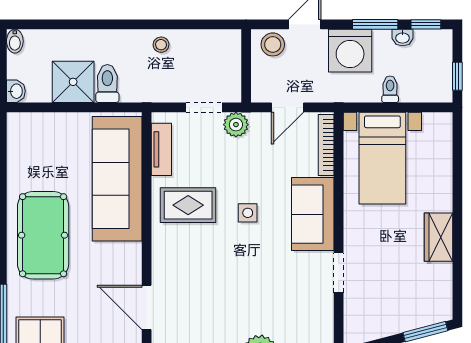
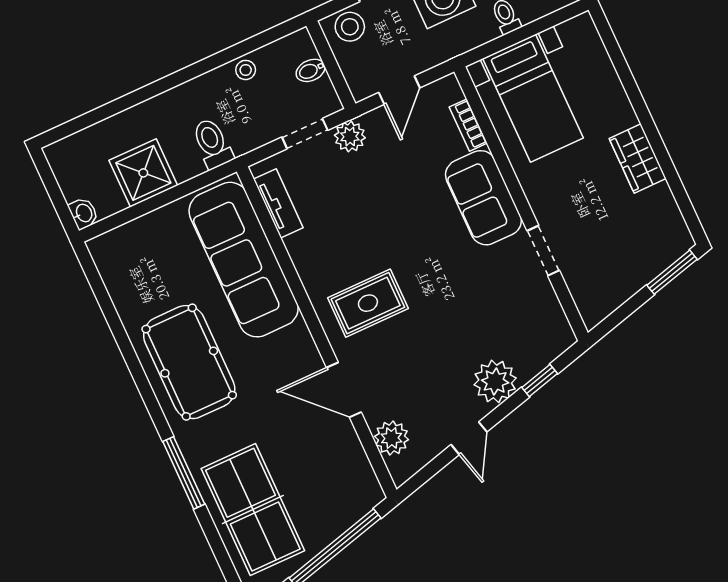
bidet: (15, 41) -> (311, 70), moved, turned 90
stool: (161, 45) -> (246, 70), moved
toilet: (107, 84) -> (212, 143), moved
bookcase: (326, 145) -> (468, 125), width x0.64
rug: (188, 205) -> (368, 303), moved
side table: (248, 213) -> (409, 230), removed

